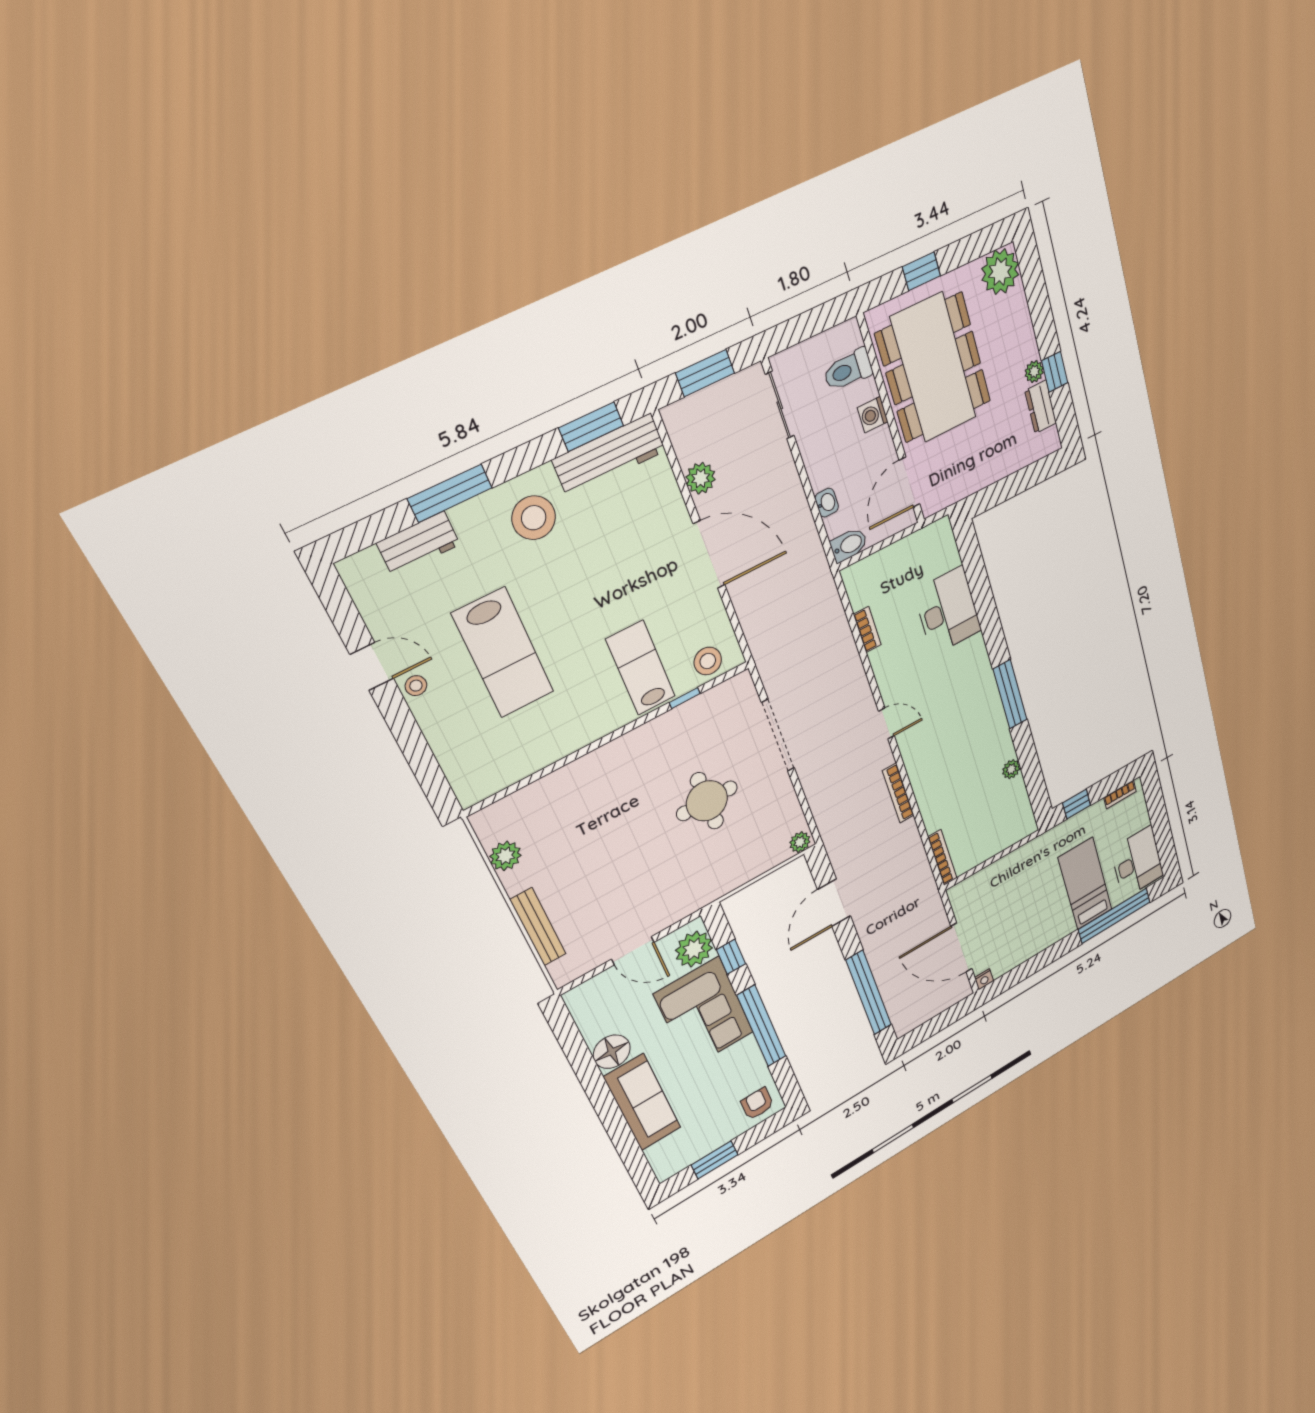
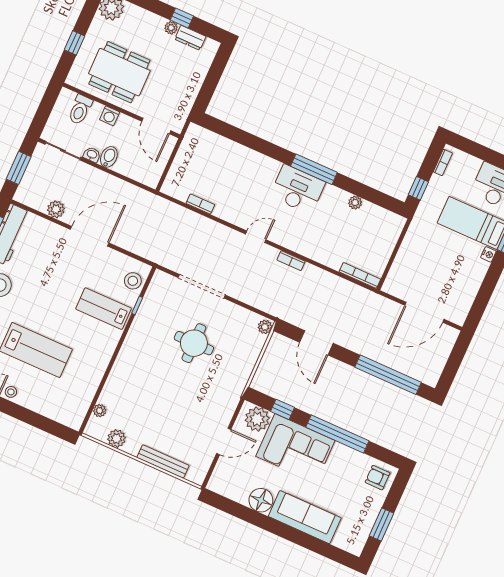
dining table: (934, 368) -> (119, 72), width x0.73, depth x0.80
washbasin: (827, 503) -> (92, 155), moved
bidet: (849, 545) -> (109, 157), moved
desk: (948, 611) -> (298, 189), moved
bookcase: (898, 793) -> (291, 261), width x0.64
plant: (516, 802) -> (100, 411), added
nightstand: (984, 979) -> (488, 254), moved

